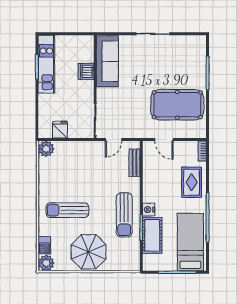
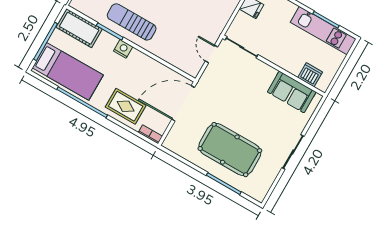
sofa: (107, 61) -> (292, 92), width x0.73
dishwasher: (86, 71) -> (310, 75), moved
pool table: (177, 105) -> (230, 150), moved, turned 90
door: (164, 140) -> (183, 103), width x1.87
bench: (135, 163) -> (177, 61), removed
cot: (152, 235) -> (79, 28), moved

